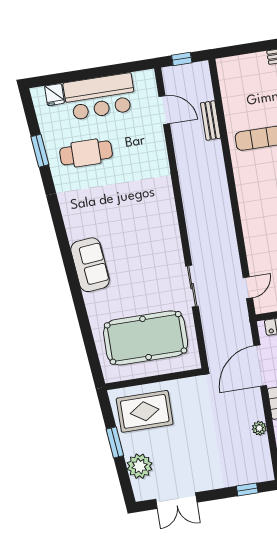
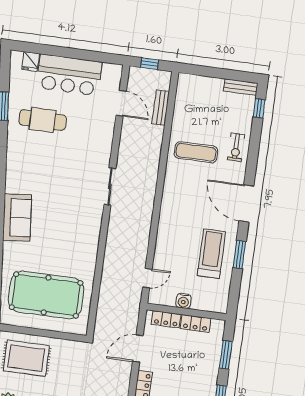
bench: (211, 120) -> (161, 108), moved
sliding door: (192, 286) -> (110, 187), moved
door: (260, 366) -> (138, 349), width x0.73

